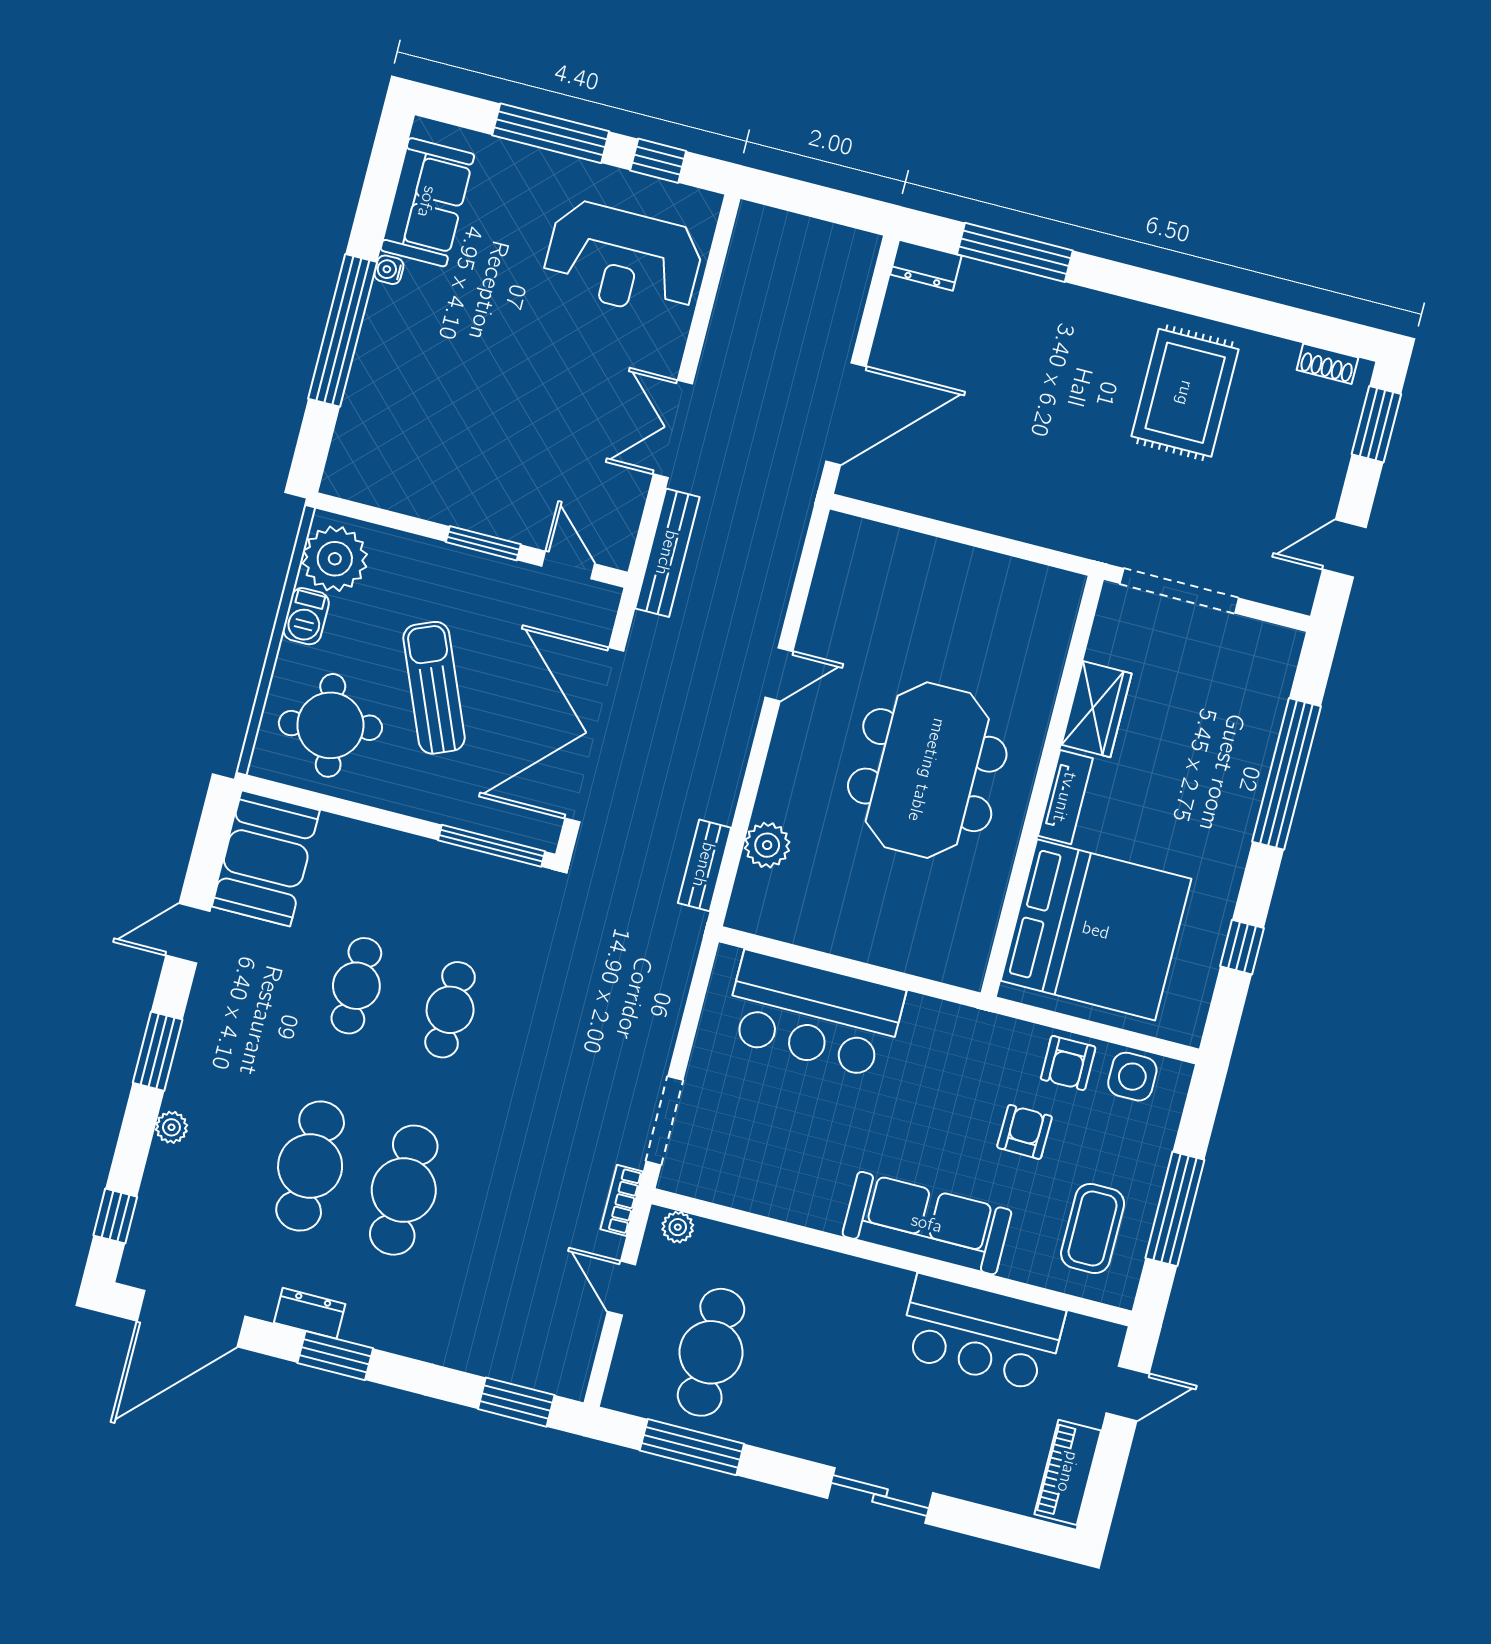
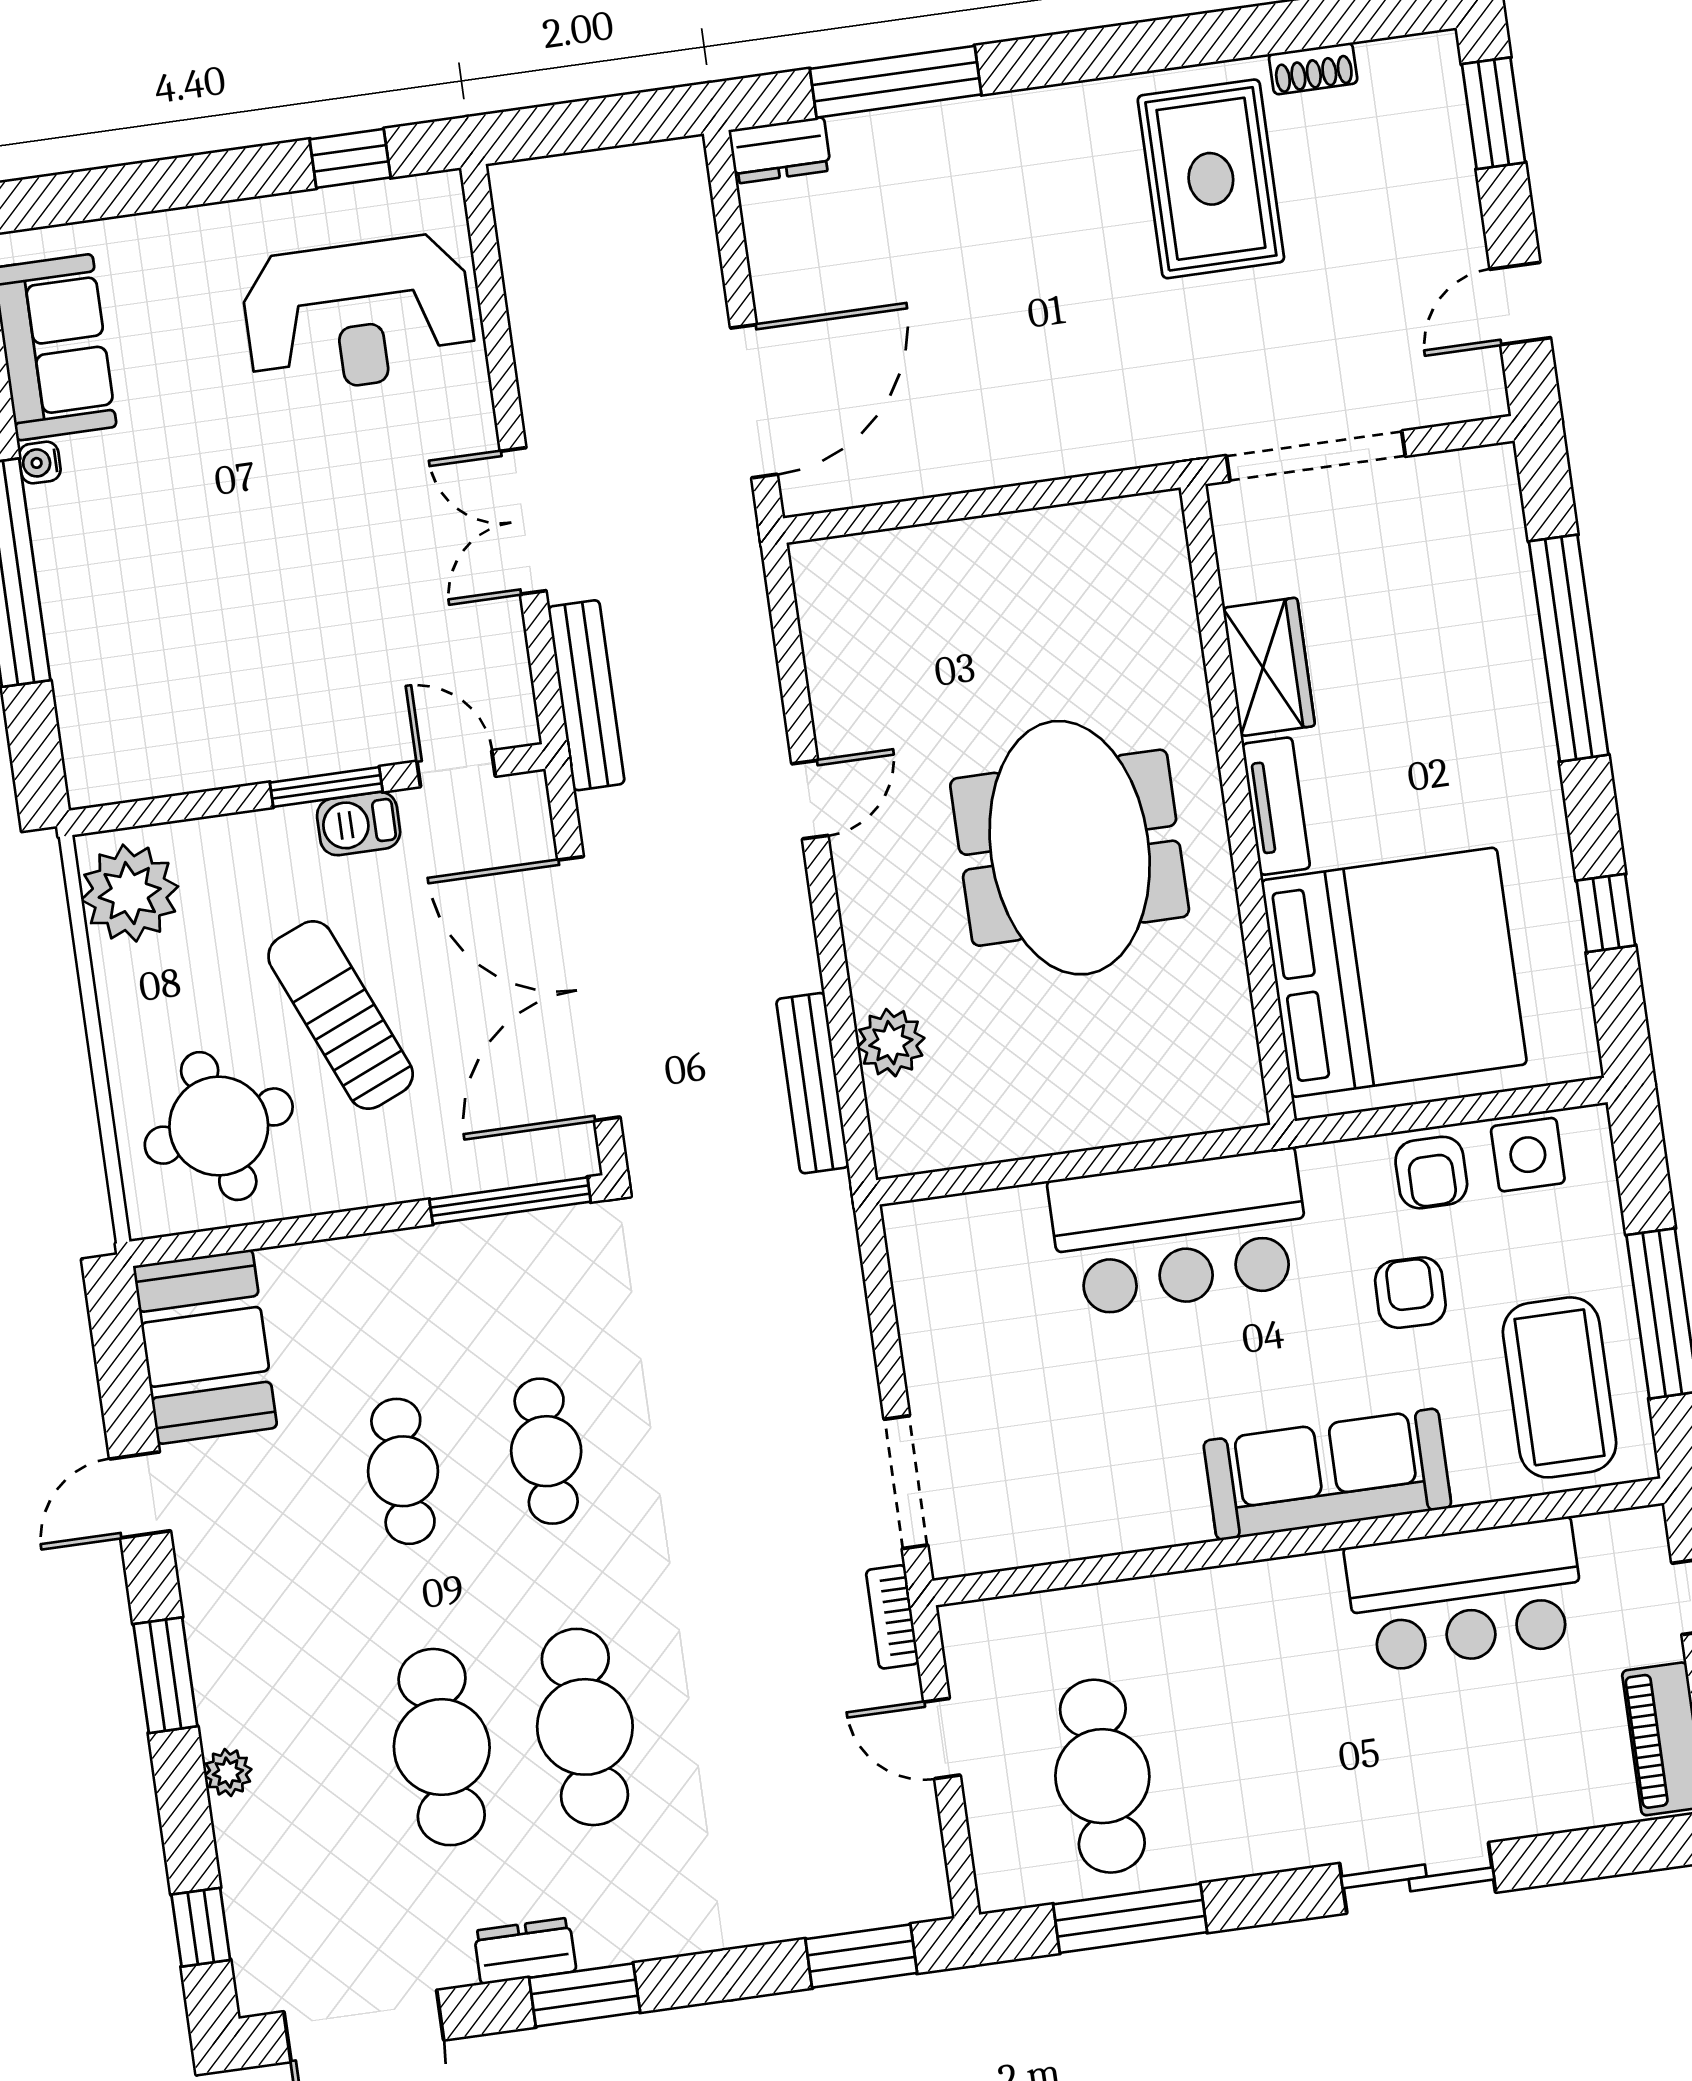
window: (551, 133) -> (186, 181), removed
shoe rack: (1327, 364) -> (1313, 69), moved
barbecue: (306, 616) -> (359, 824), moved, turned 90
bench: (704, 865) -> (813, 1083), width x1.36
bar counter: (814, 1015) -> (1180, 1232), moved
plant: (678, 1227) -> (985, 1622), removed
coffee table: (1093, 1228) -> (1560, 1387), width x1.36, depth x1.32

